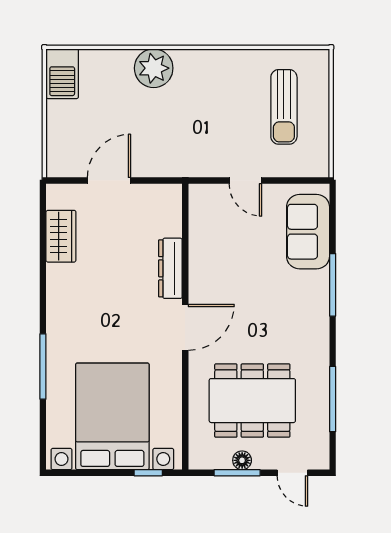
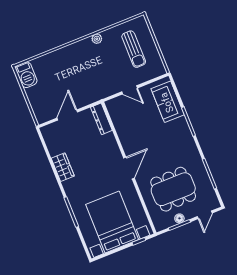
plant: (154, 68) -> (97, 39), moved, width x0.53, depth x0.53
wardrobe: (61, 236) -> (63, 167), moved
dresser: (170, 268) -> (101, 119), moved
door: (292, 473) -> (205, 215), hinge flipped

